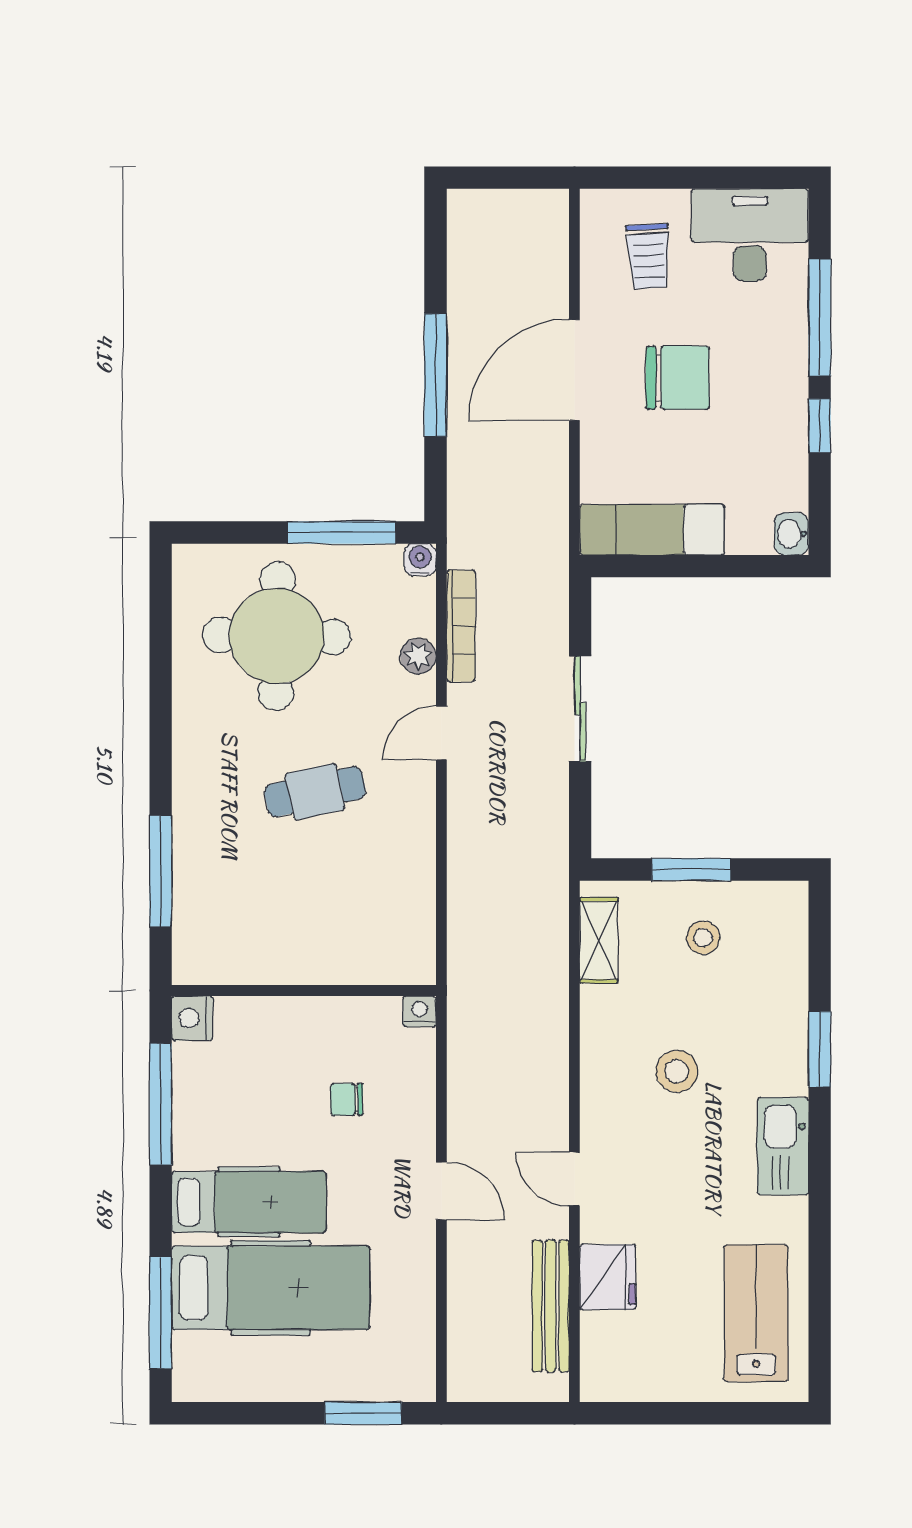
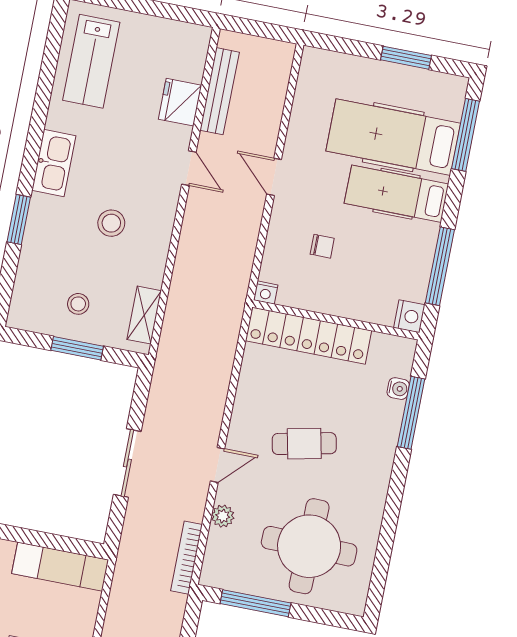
water cooler: (420, 560) -> (398, 389), moved, turned -90
bookcase: (461, 626) -> (187, 558), moved
locker: (341, 958) -> (309, 336), added
window: (363, 1413) -> (406, 58), moved

